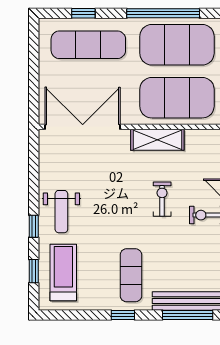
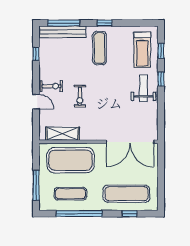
exercise mat: (177, 45) -> (70, 194), width x0.50, depth x0.69
shelving: (157, 140) -> (63, 134), moved

